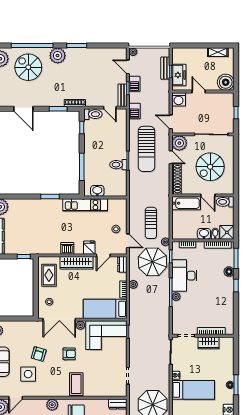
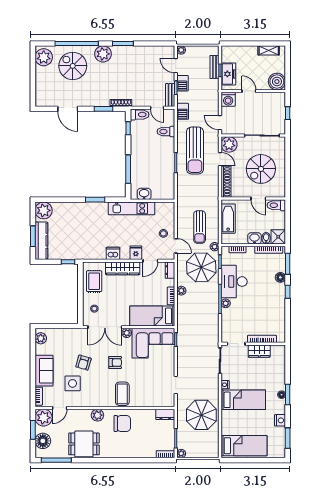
toilet: (118, 165) -> (166, 132), moved
bathtub: (186, 203) -> (228, 219), moved, turned -90

